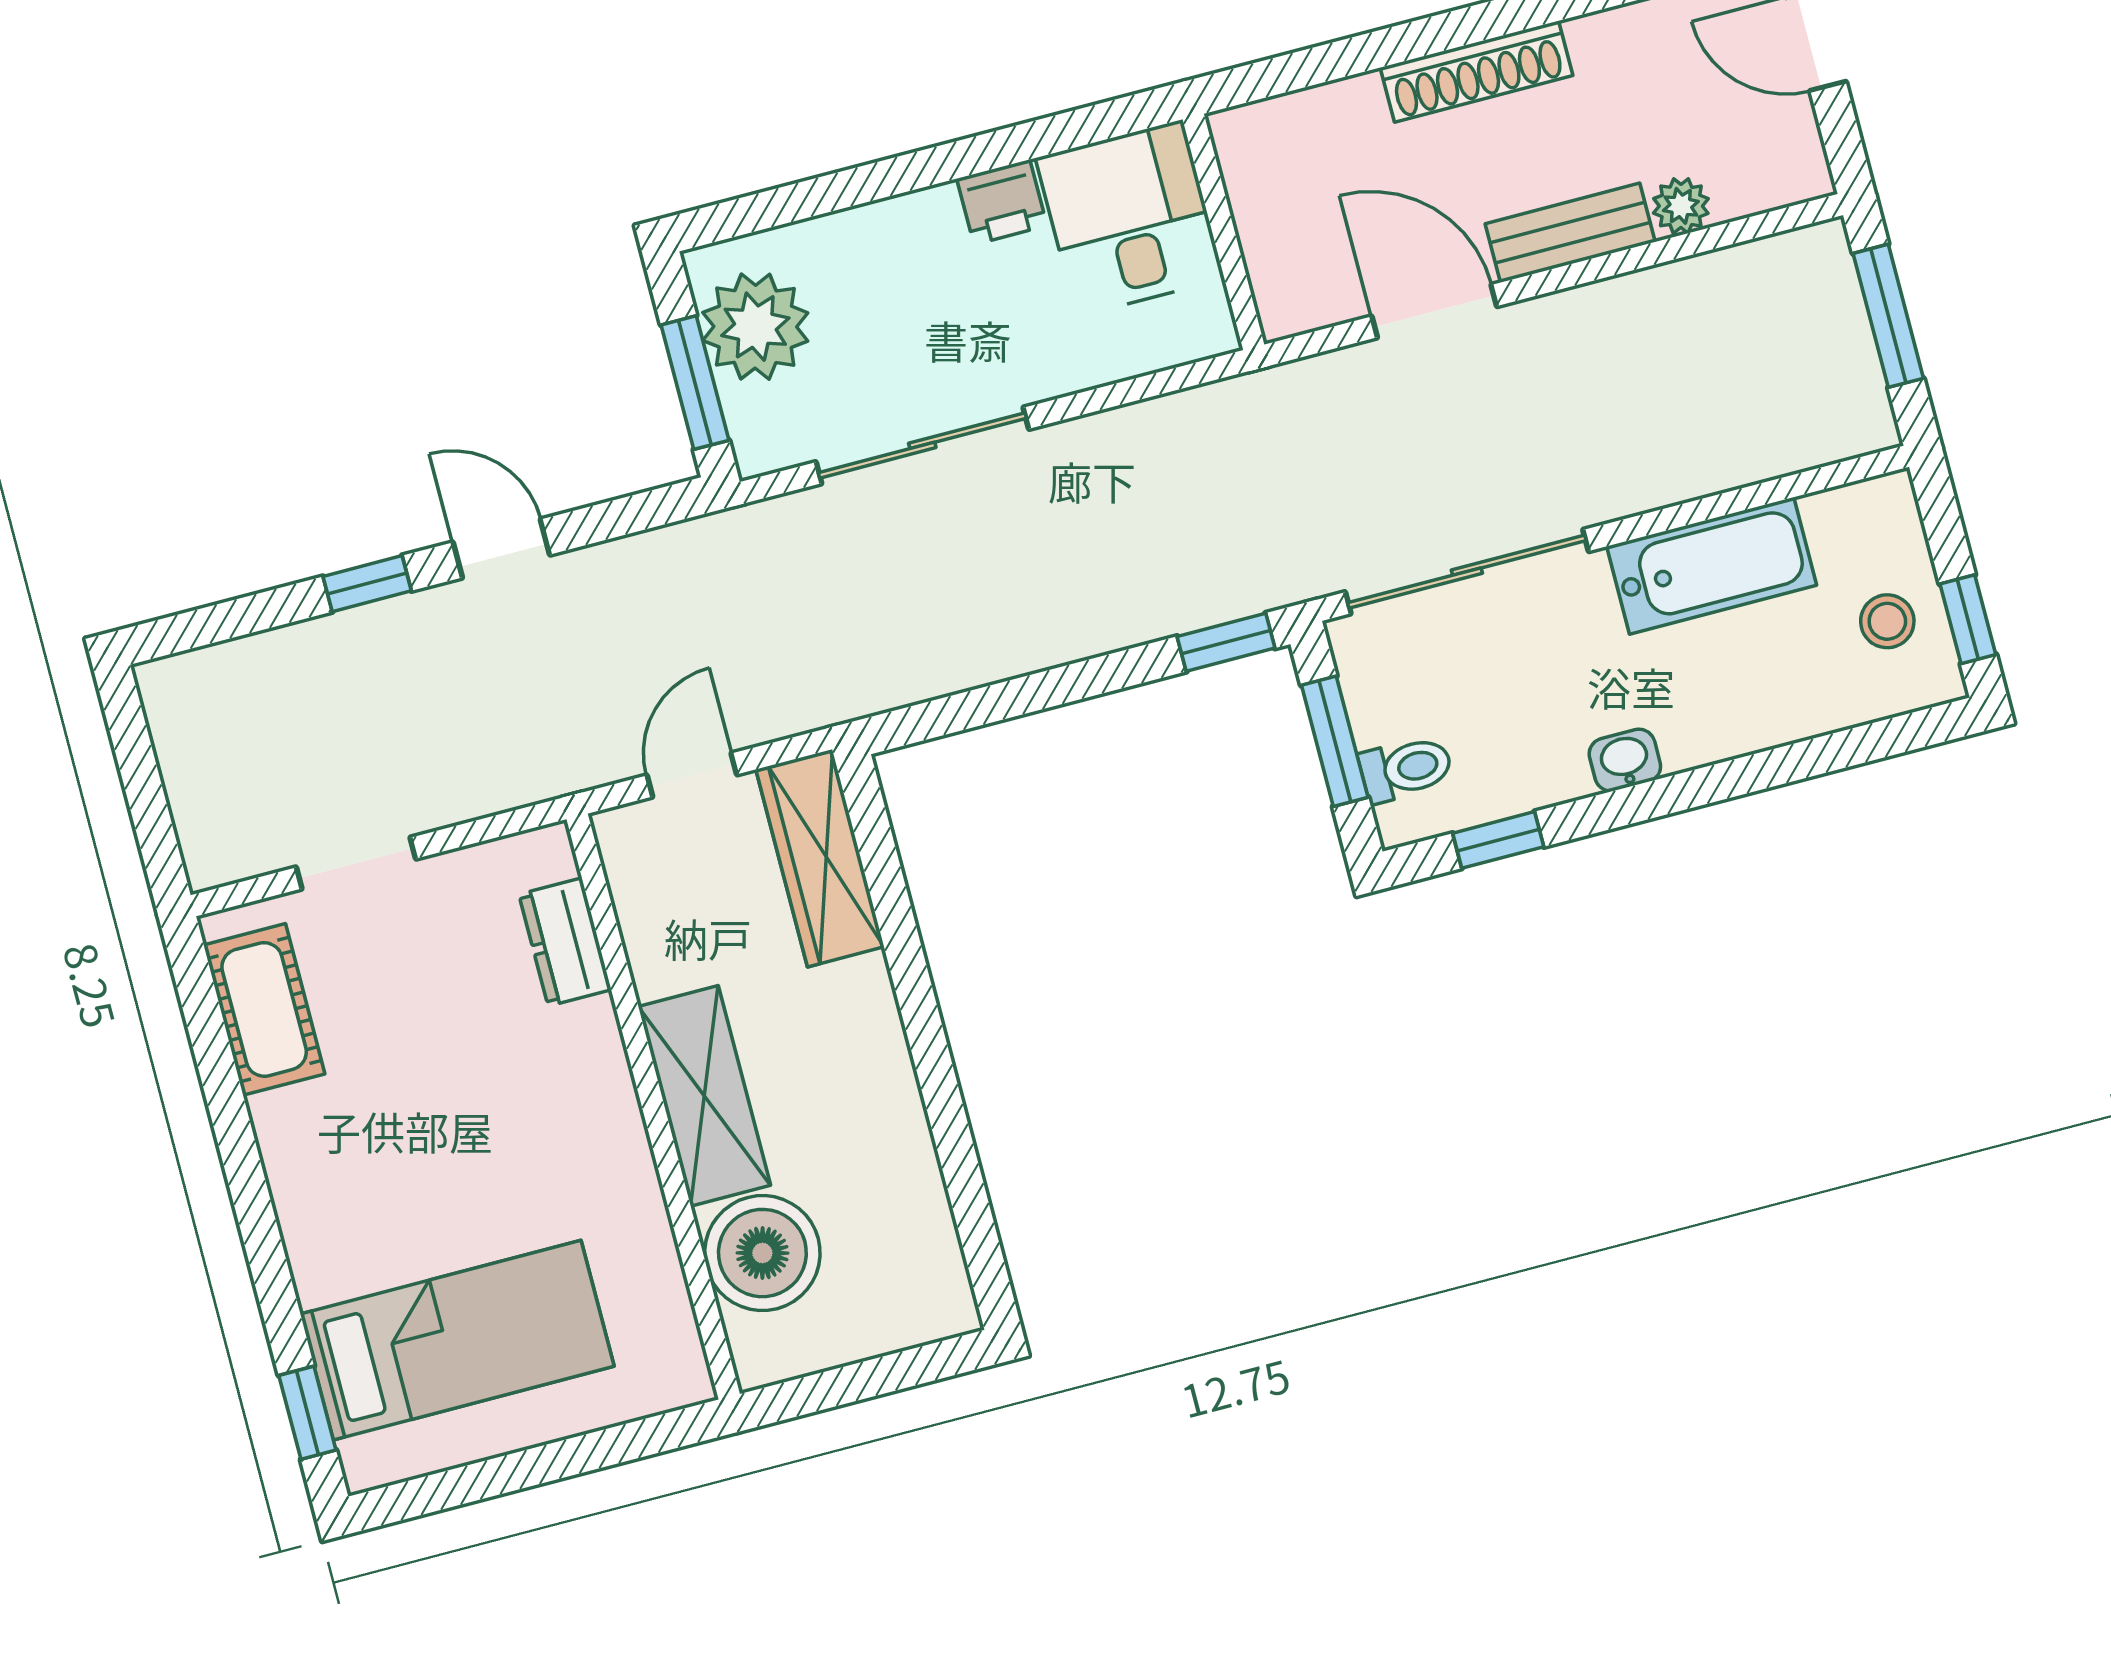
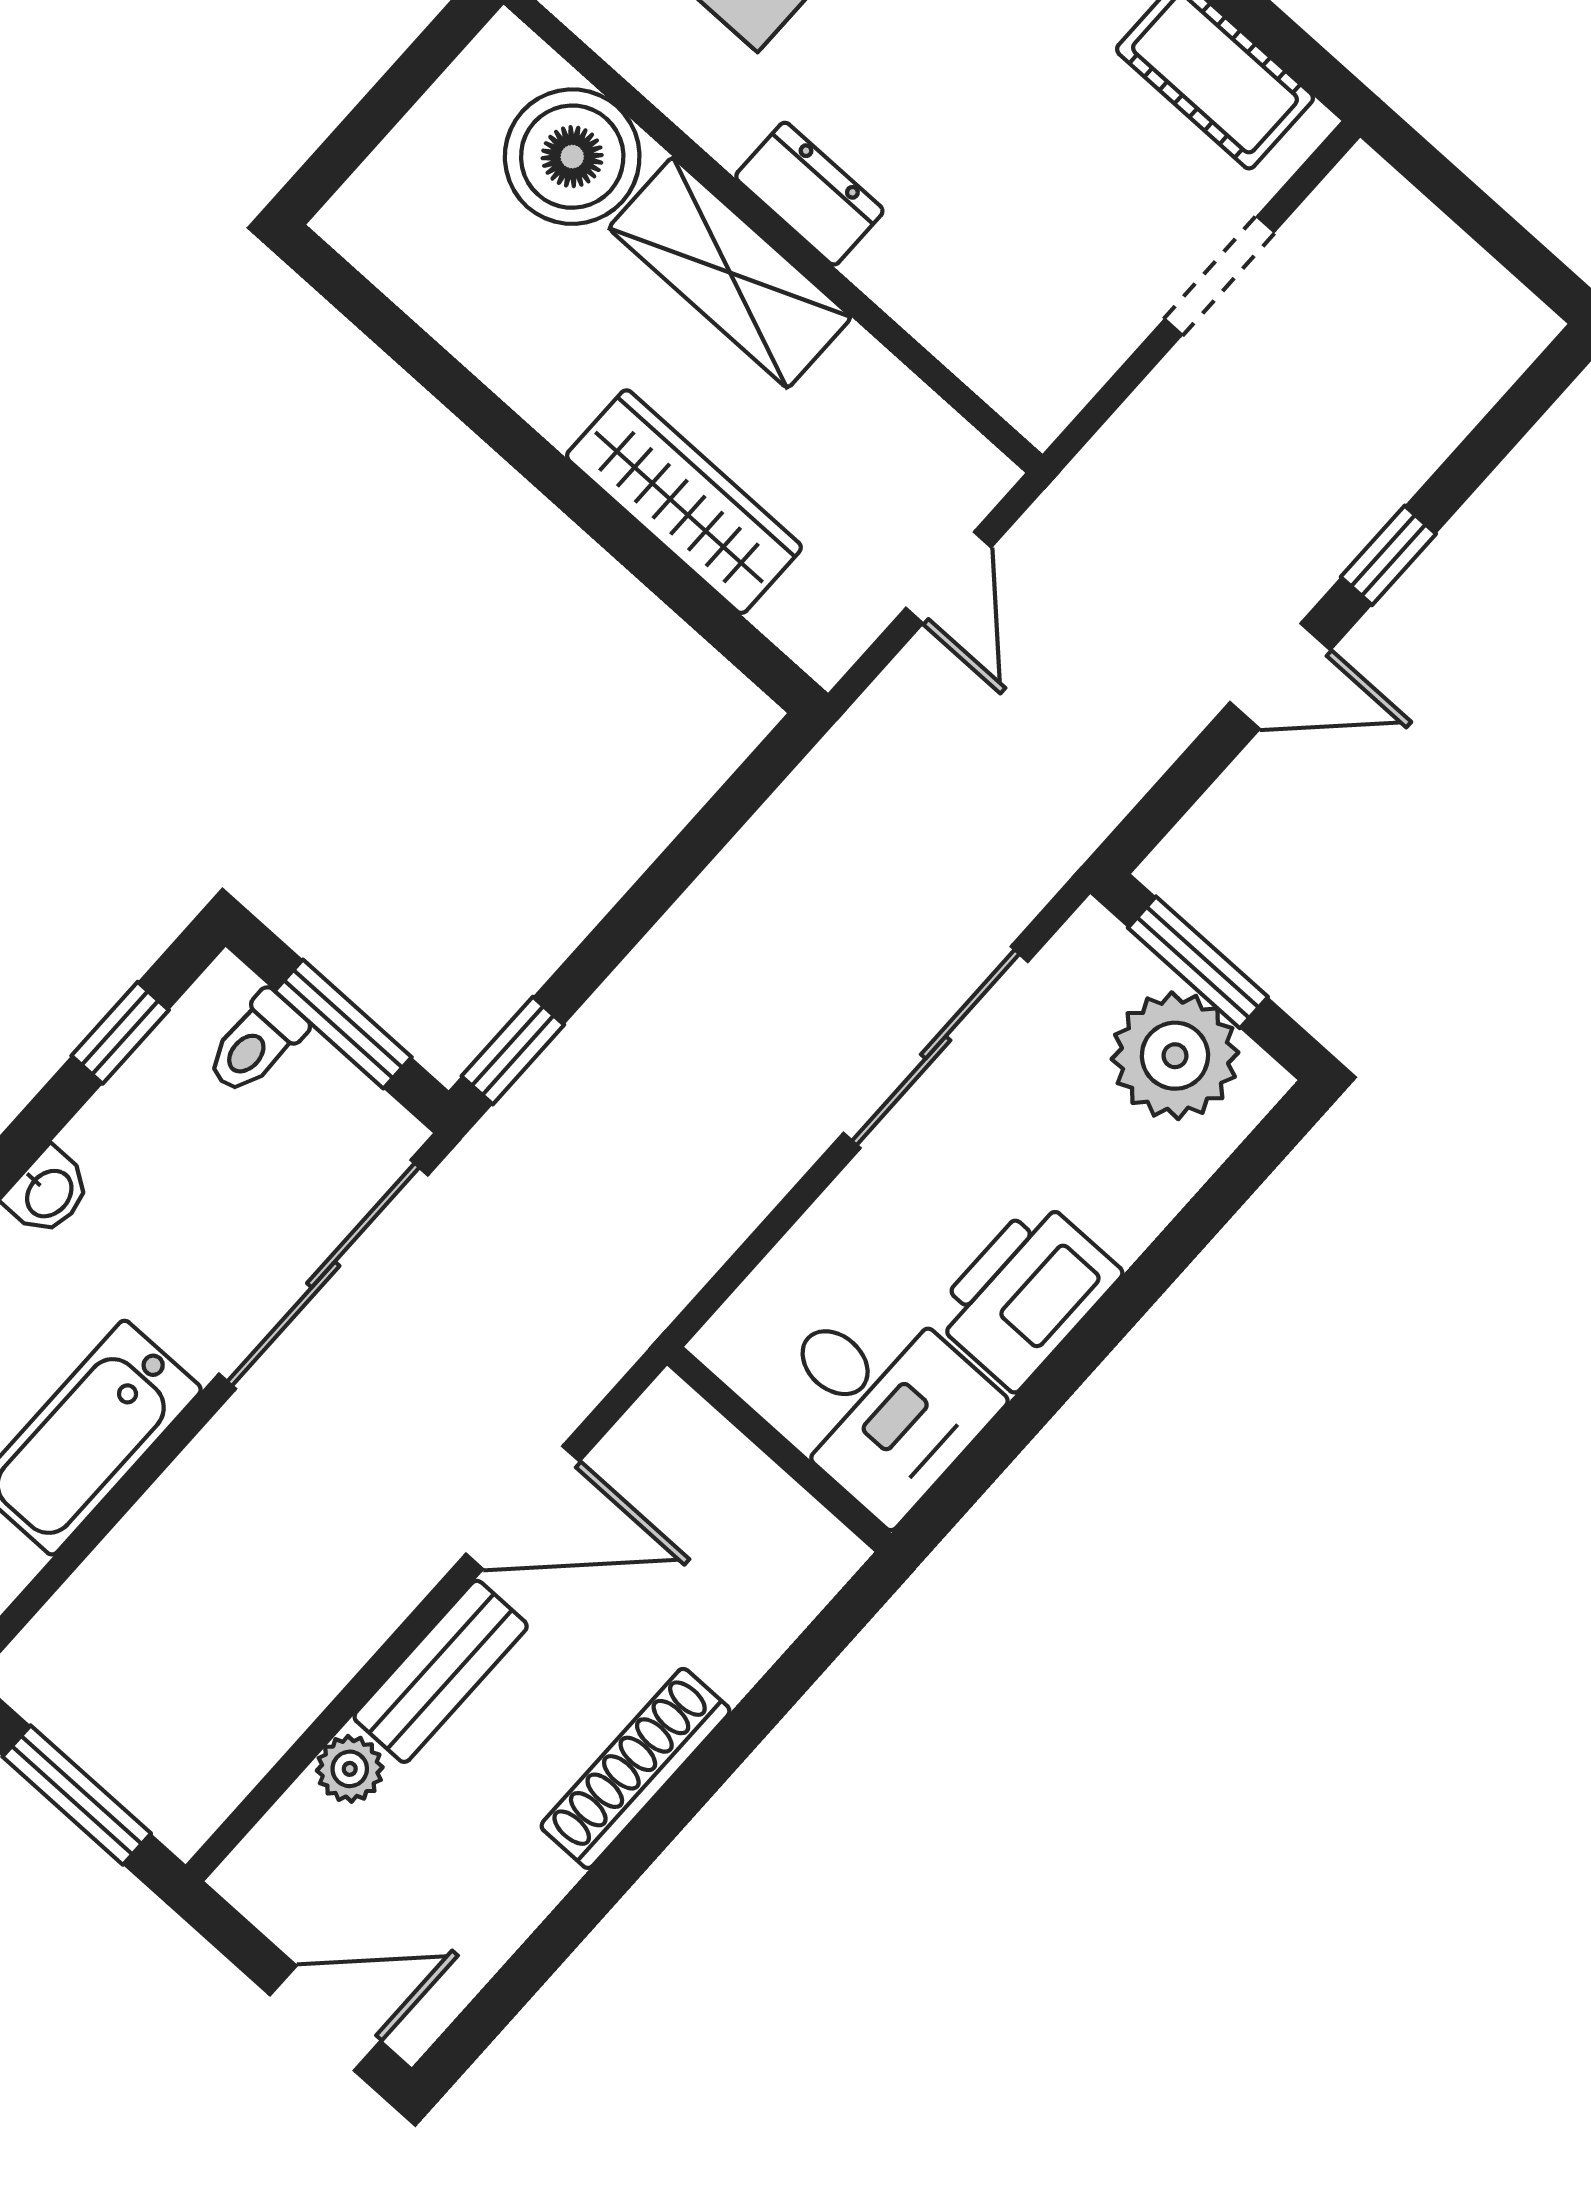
printer: (1002, 202) -> (1026, 1294), width x1.87, depth x1.48
wardrobe: (820, 858) -> (684, 502), moved
dresser: (565, 942) -> (809, 194), moved

